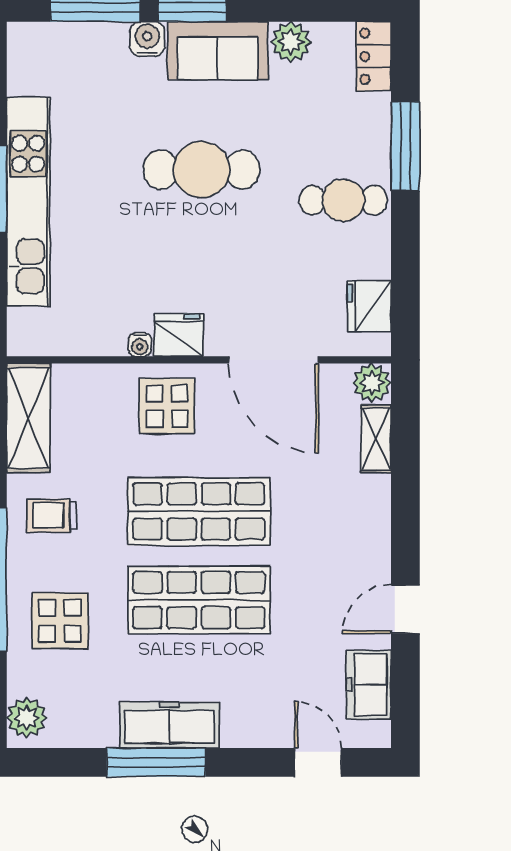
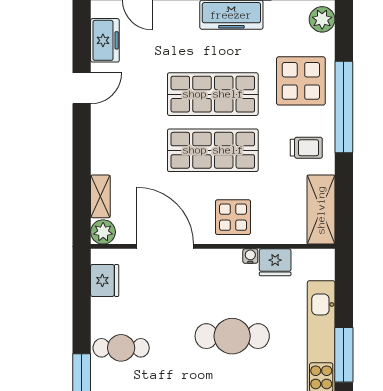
cafe table: (201, 170) -> (232, 336), moved
fridge: (179, 335) -> (275, 262), moved
display table: (60, 621) -> (301, 81), width x1.36, depth x1.36

